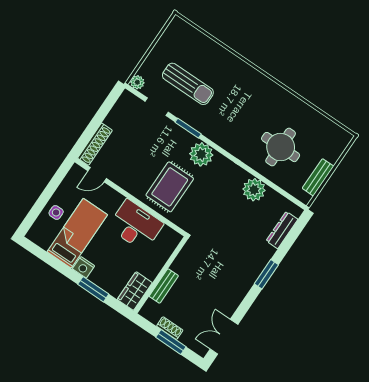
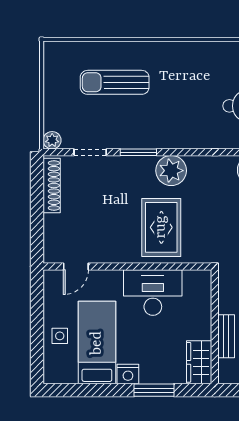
sun lounger: (188, 84) -> (115, 82), moved, turned 180
shoe rack: (95, 144) -> (52, 185), moved

